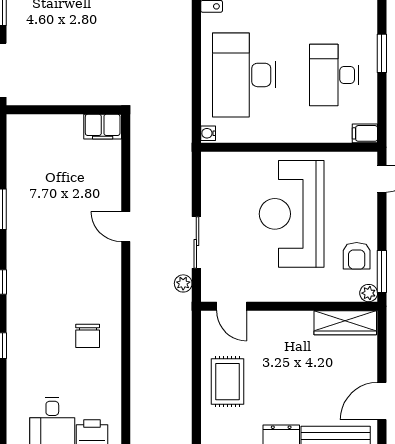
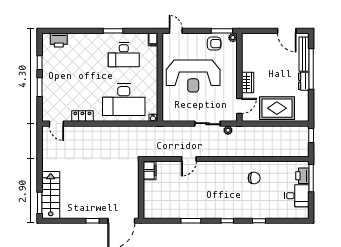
door: (126, 227) -> (189, 159), moved
wardrobe: (345, 323) -> (248, 82), moved, width x0.67
rug: (227, 382) -> (277, 108), width x1.36, depth x1.43

